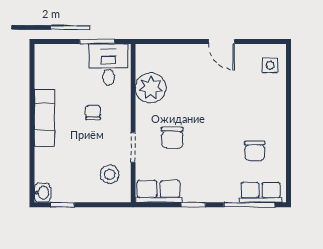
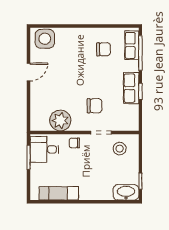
side table: (270, 65) -> (45, 39), width x1.87, depth x1.87
chair: (93, 112) -> (74, 143), moved
exam couch: (44, 118) -> (59, 193), moved
row of seats: (159, 191) -> (131, 88), moved
washbasin: (42, 193) -> (126, 192), width x1.91, depth x1.45

